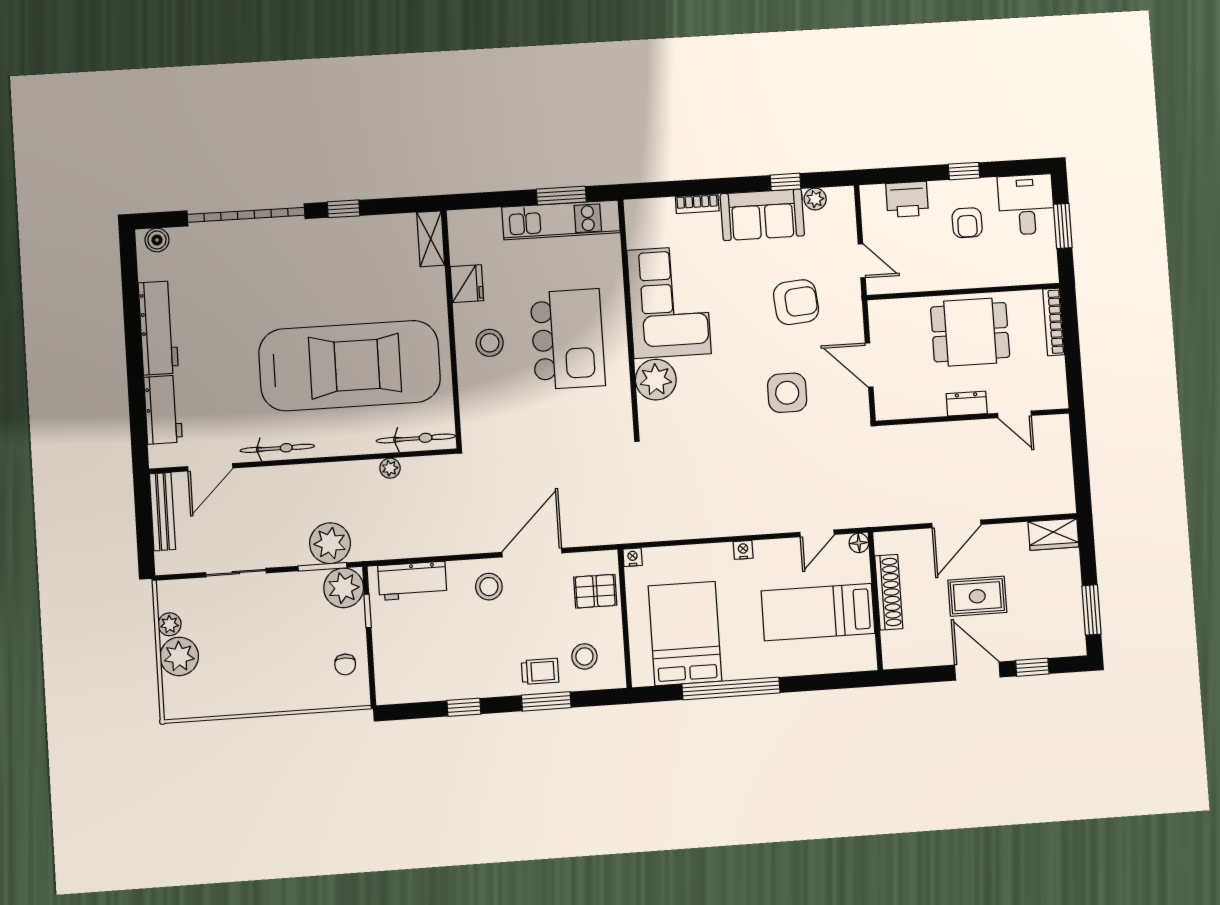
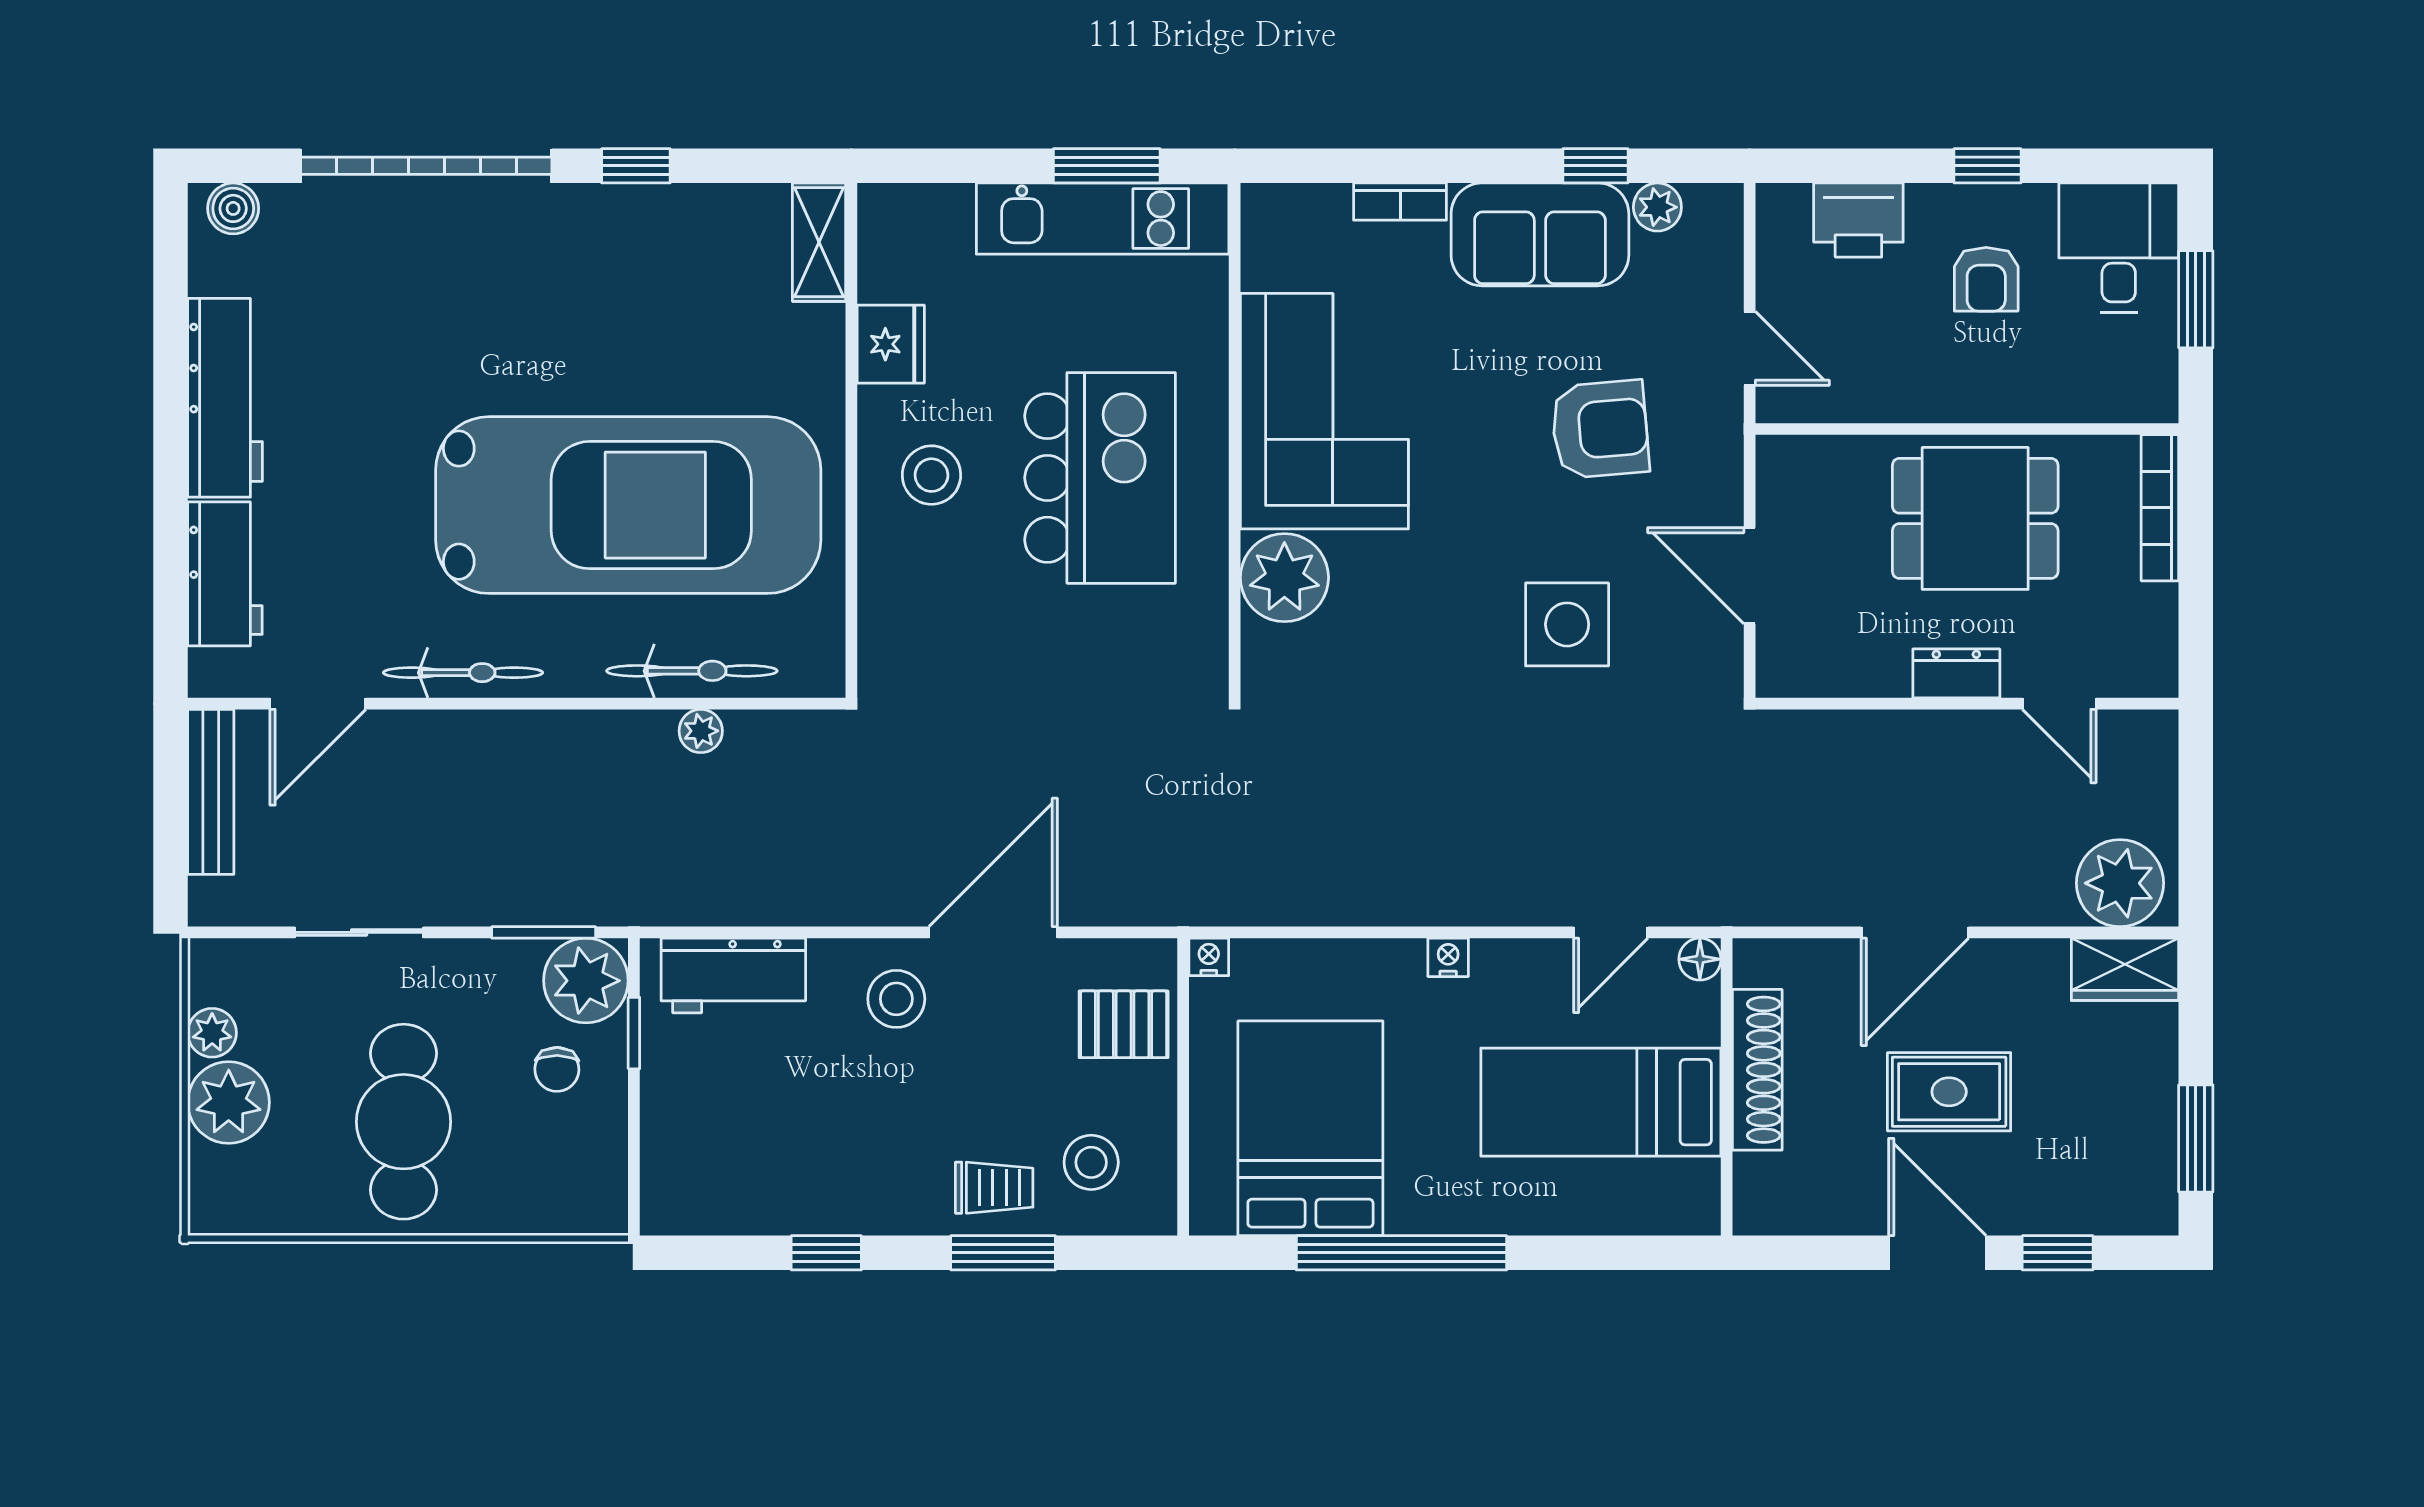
bicycle: (416, 438) -> (692, 671), moved
plant: (330, 543) -> (2120, 883), moved
cafe table: (262, 660) -> (404, 1122), added
chair: (345, 664) -> (557, 1069), moved

